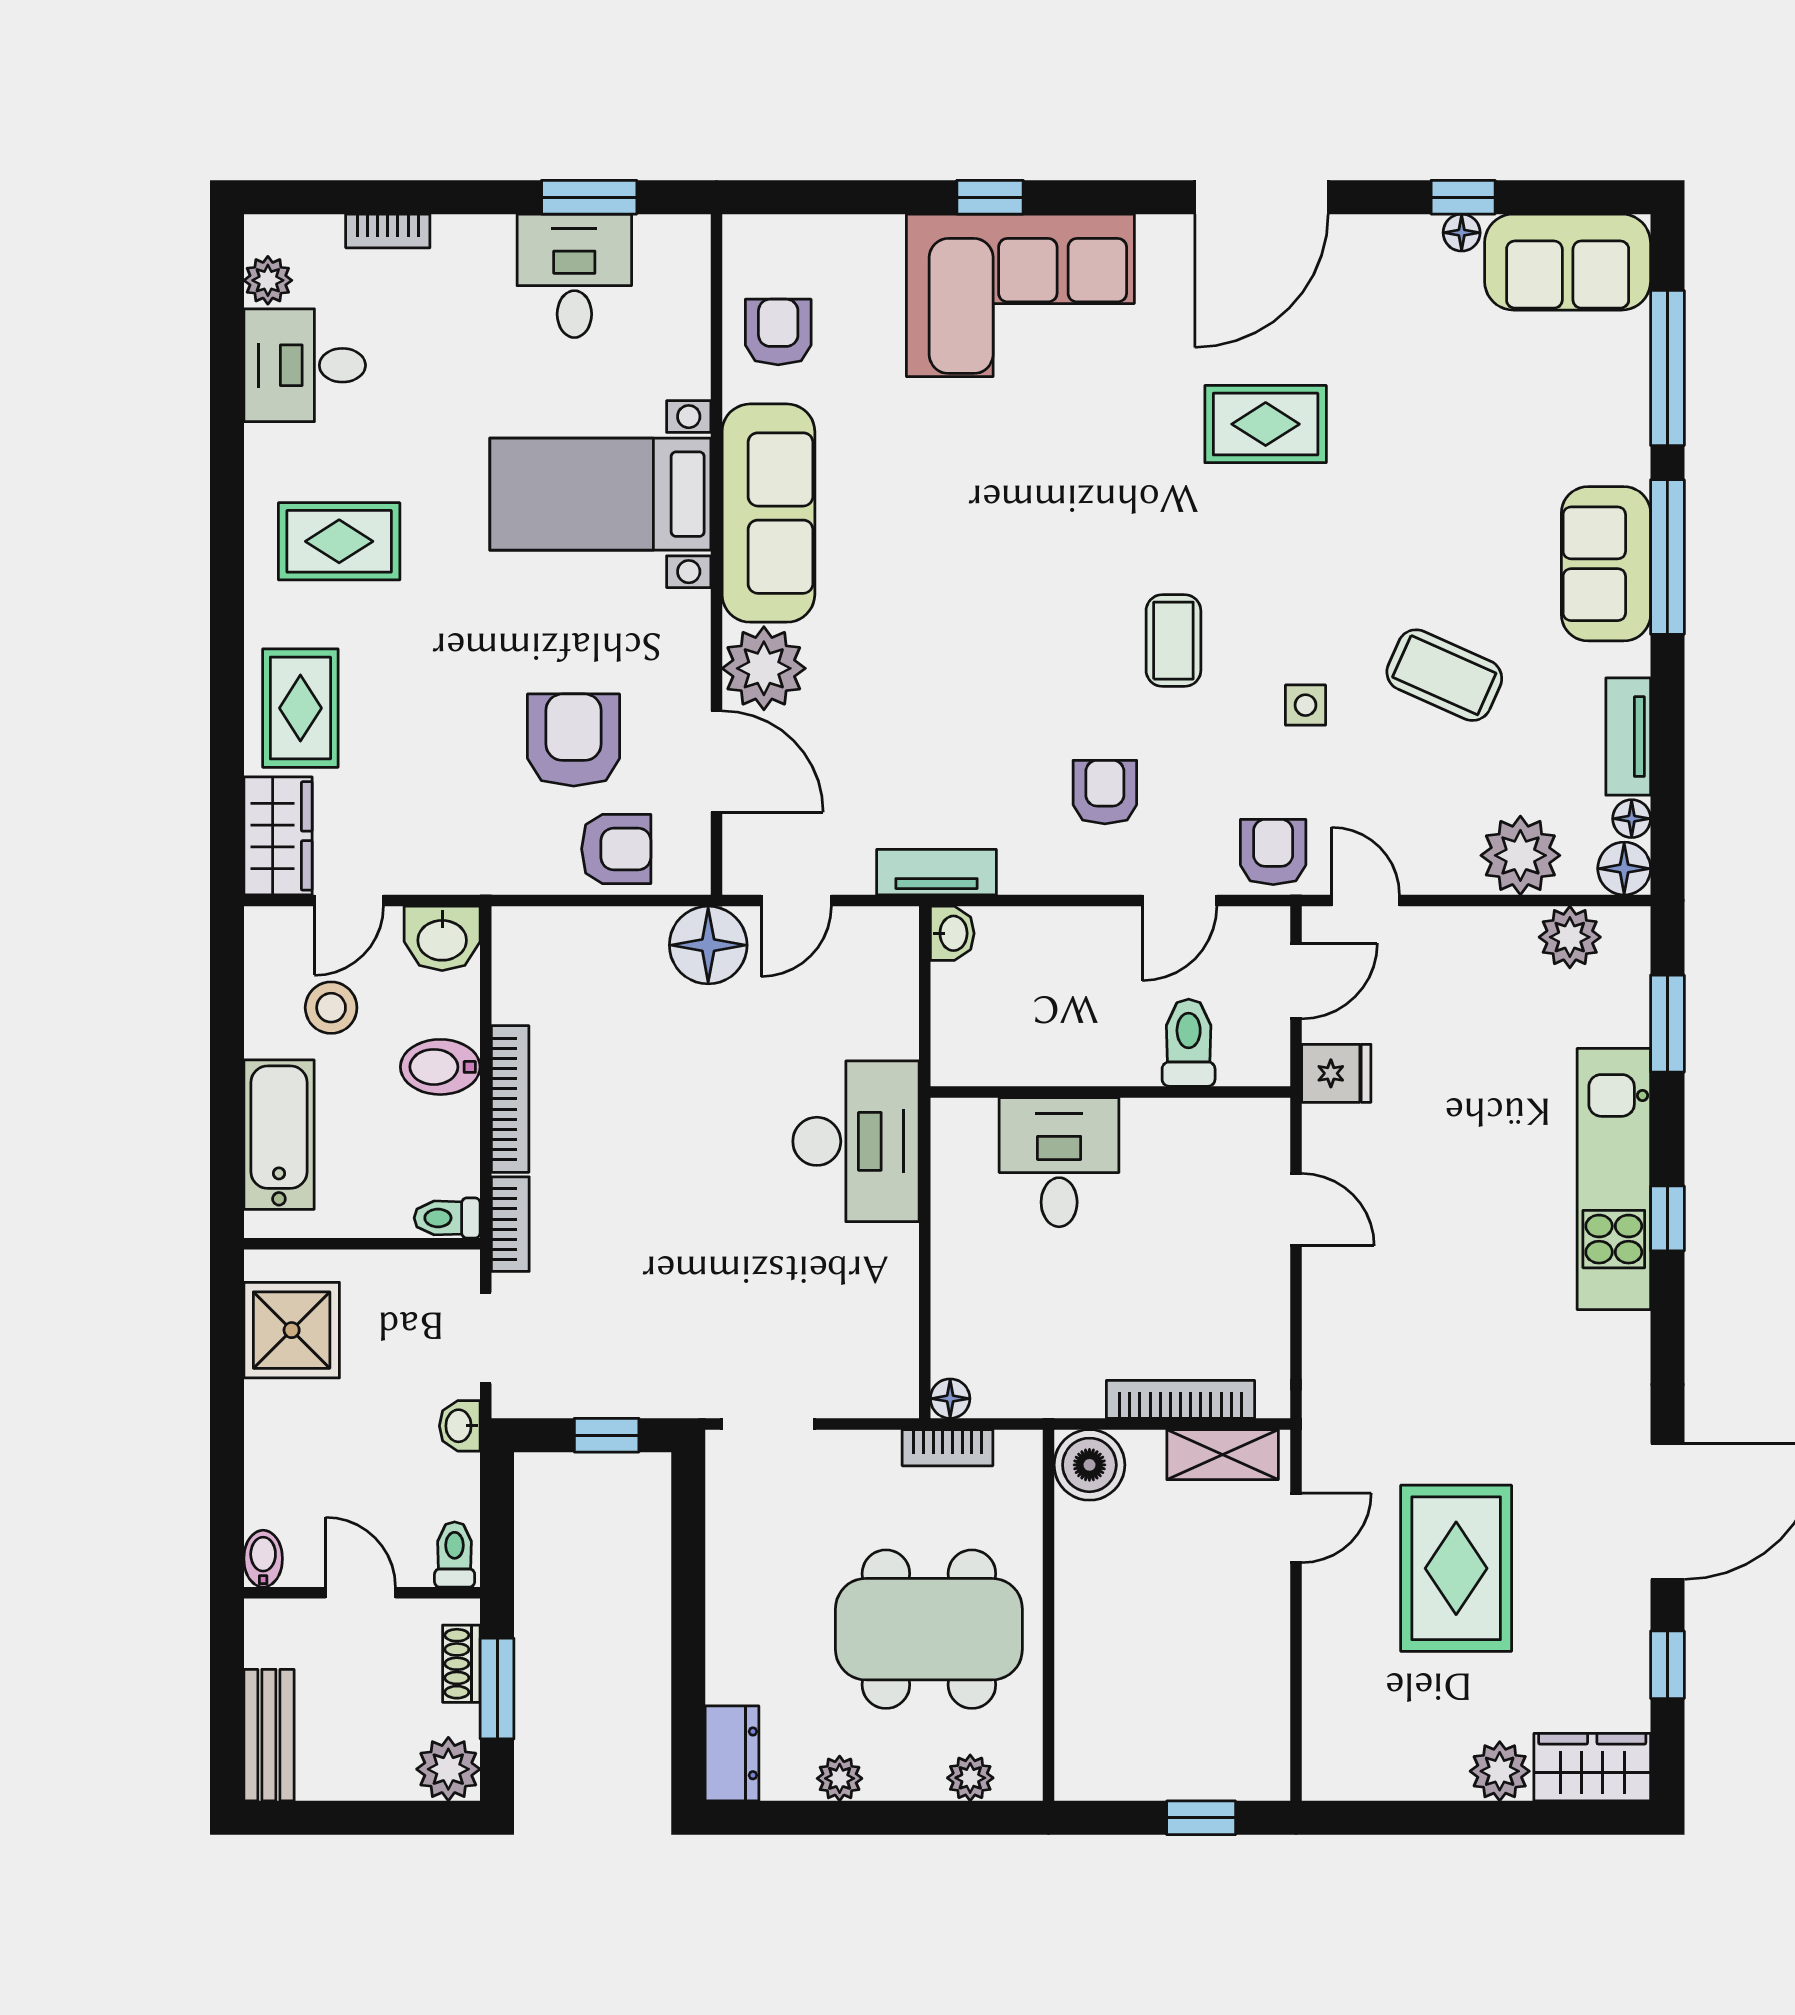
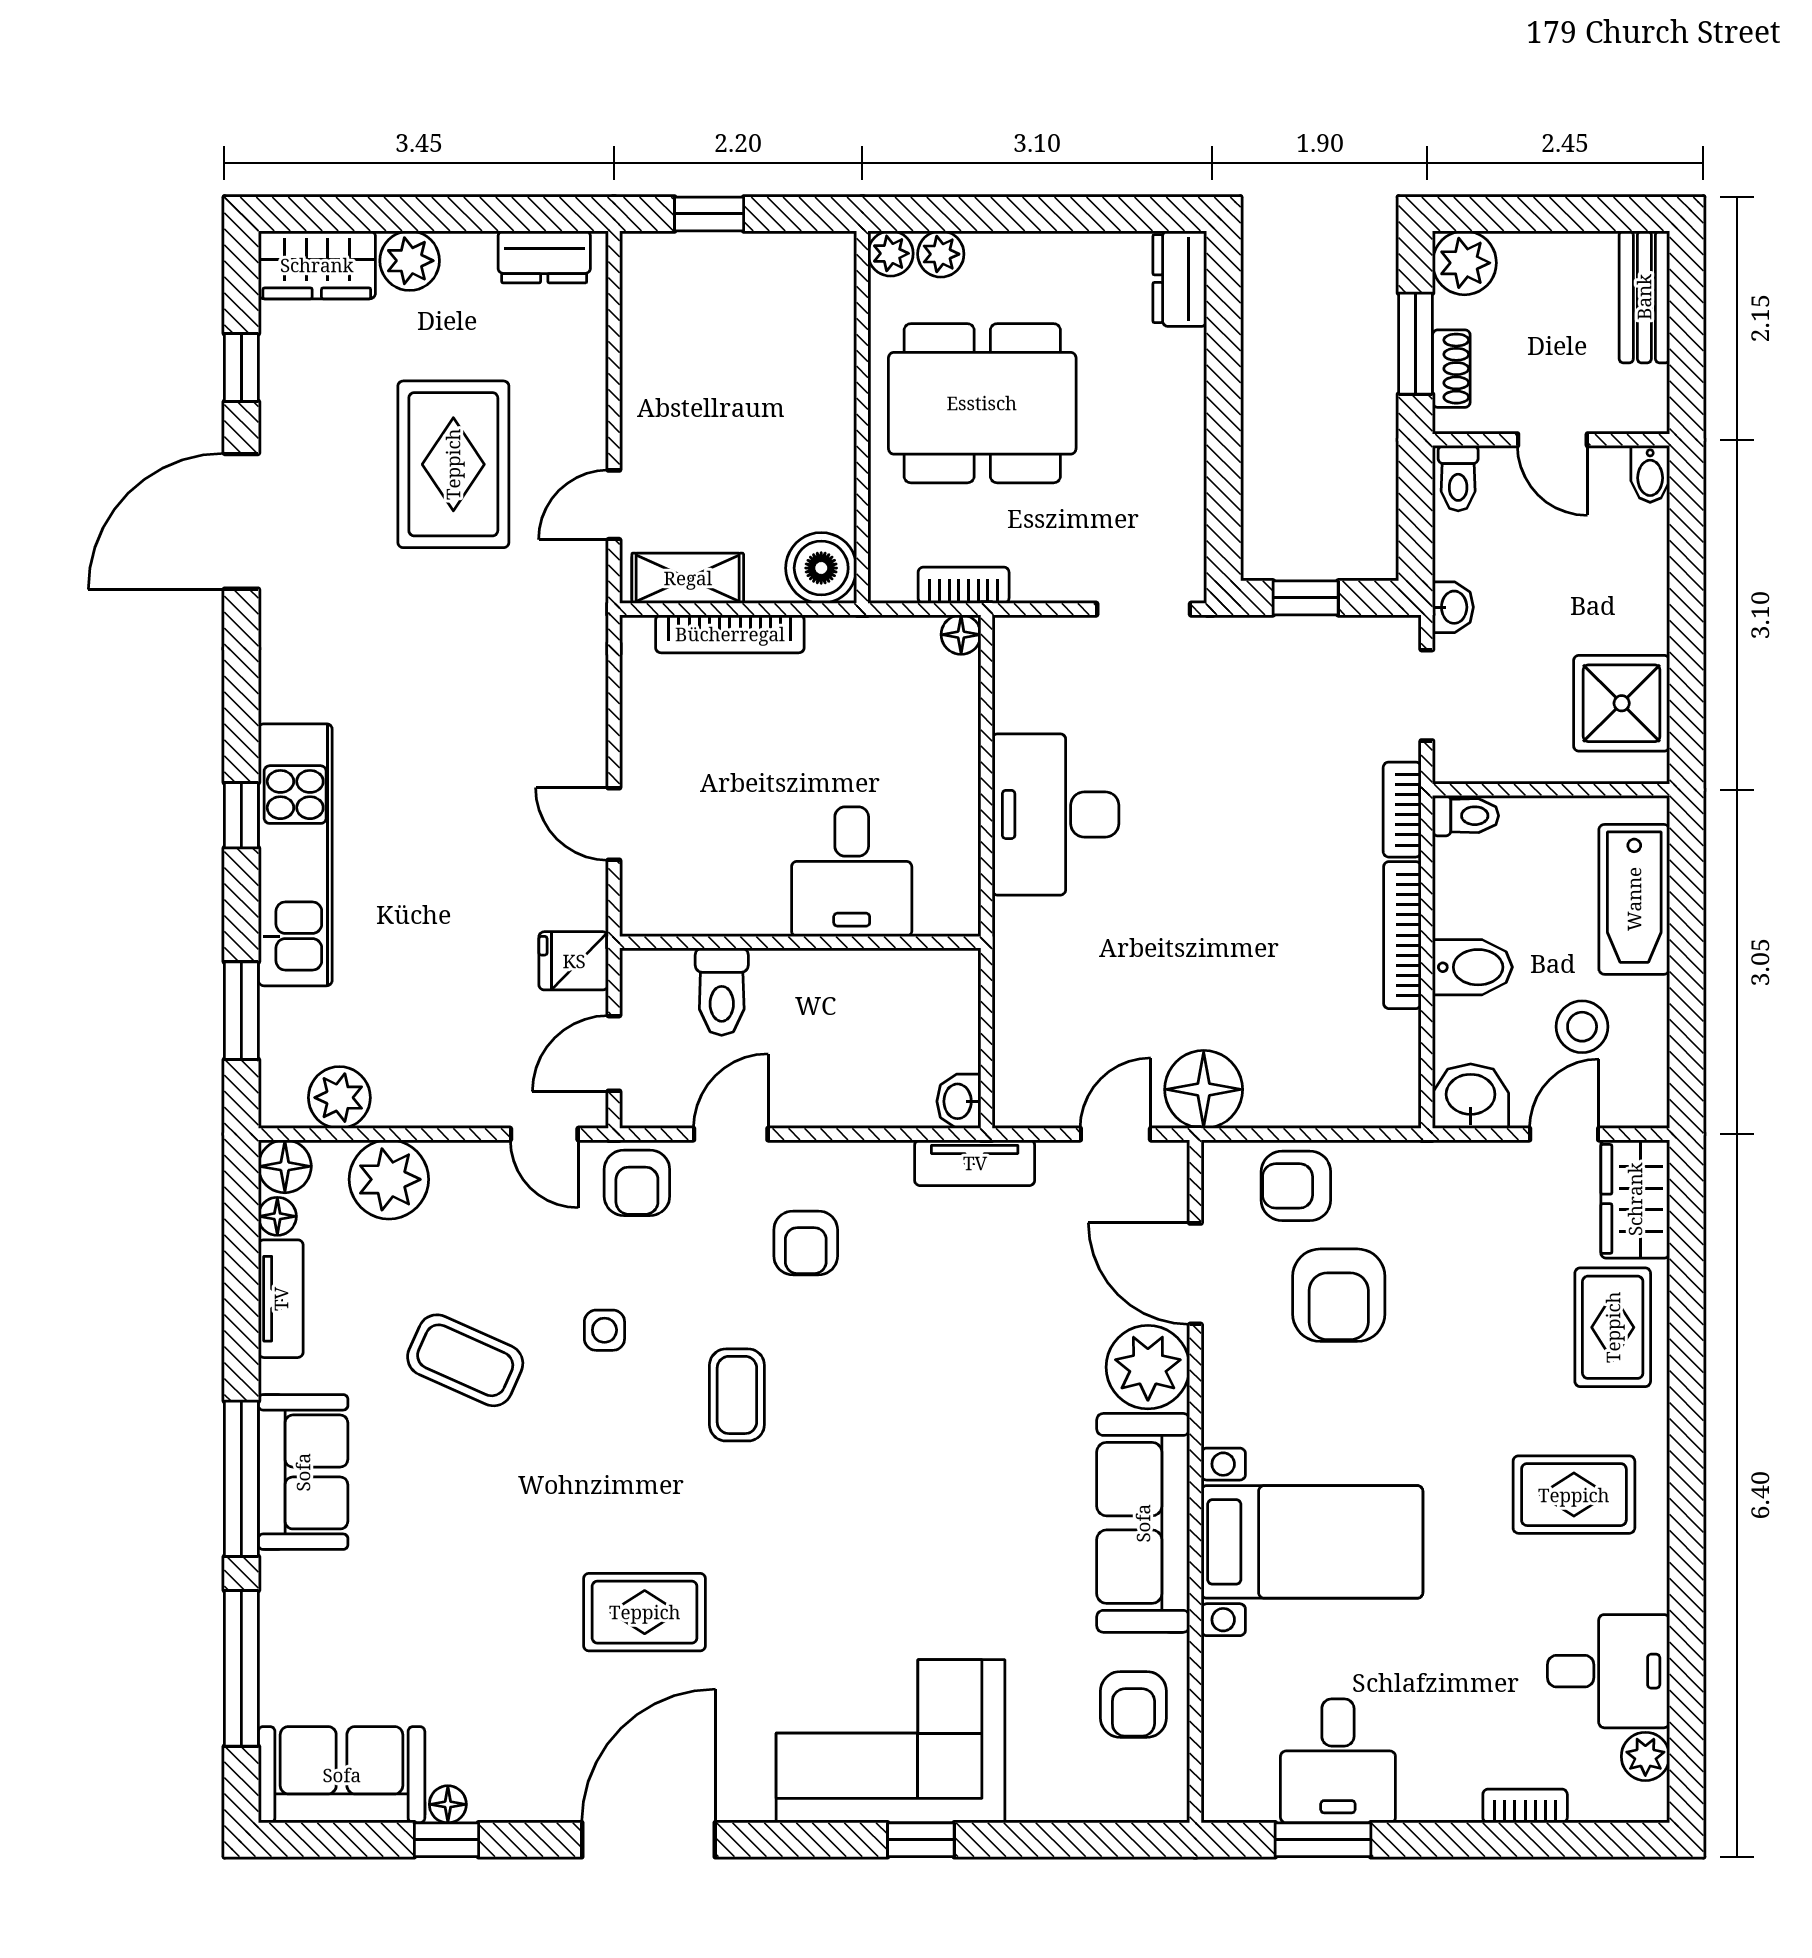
desk: (856, 1141) -> (1055, 814), moved
dresser: (1366, 1775) -> (544, 257), added
plant: (840, 1778) -> (891, 253), moved

